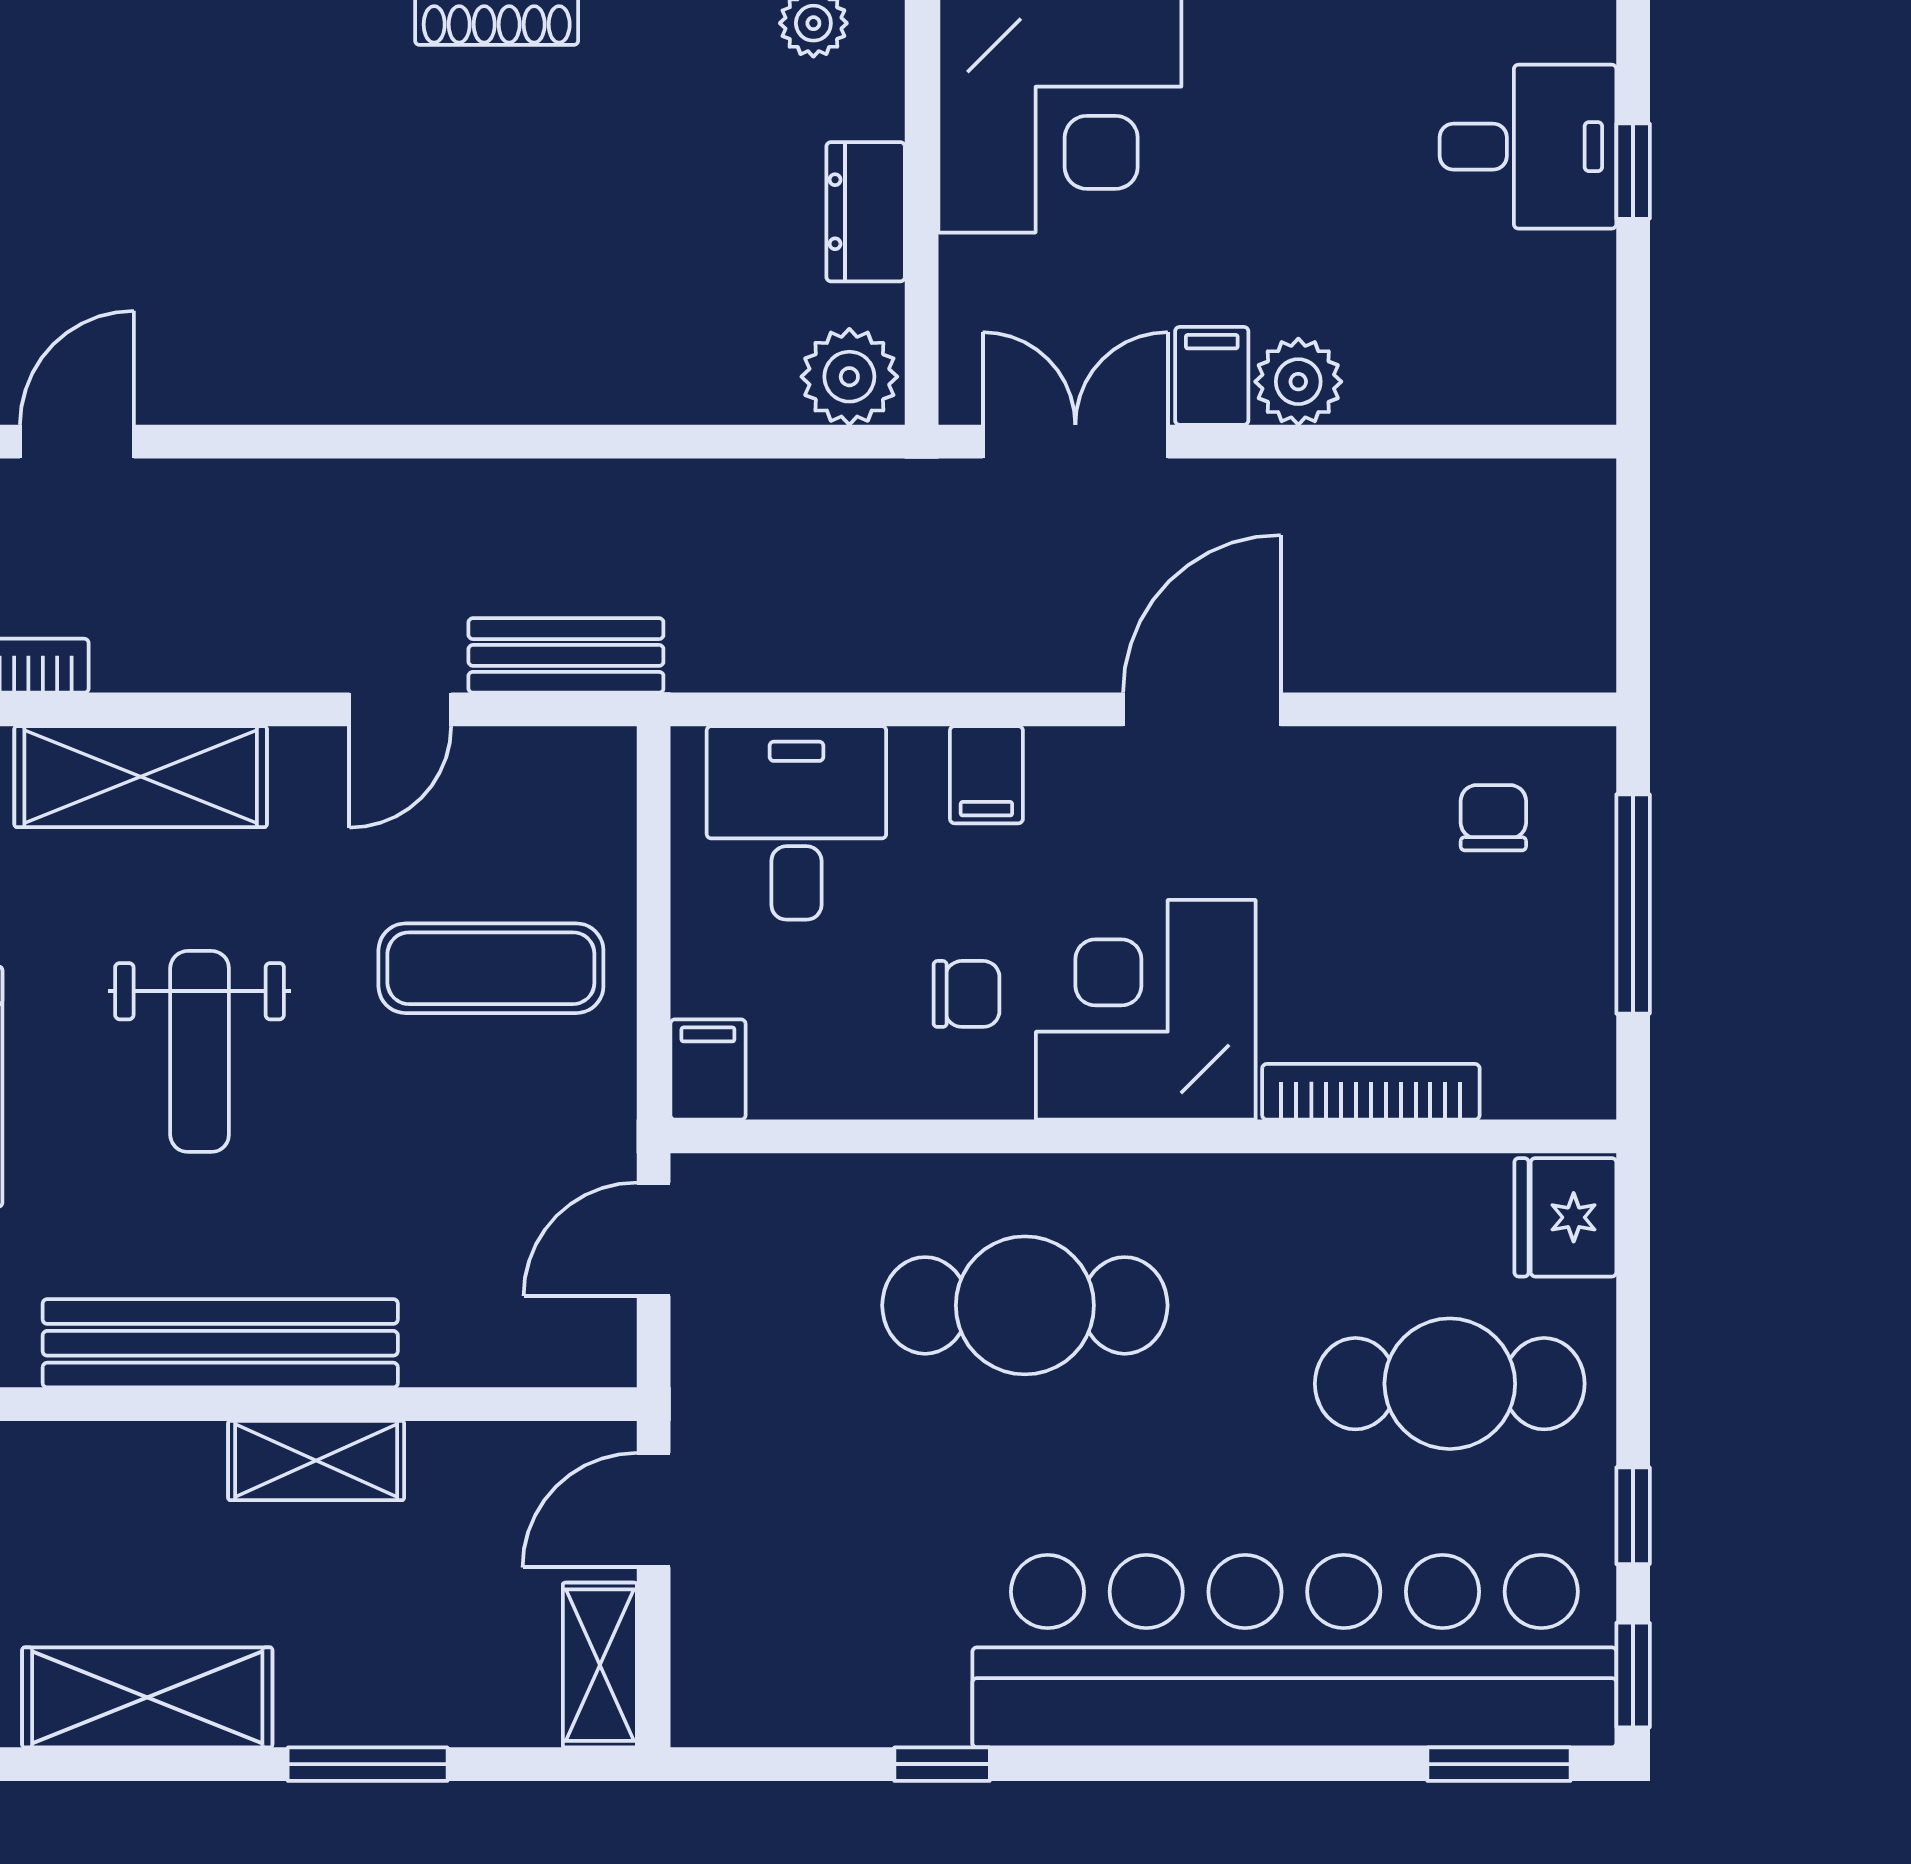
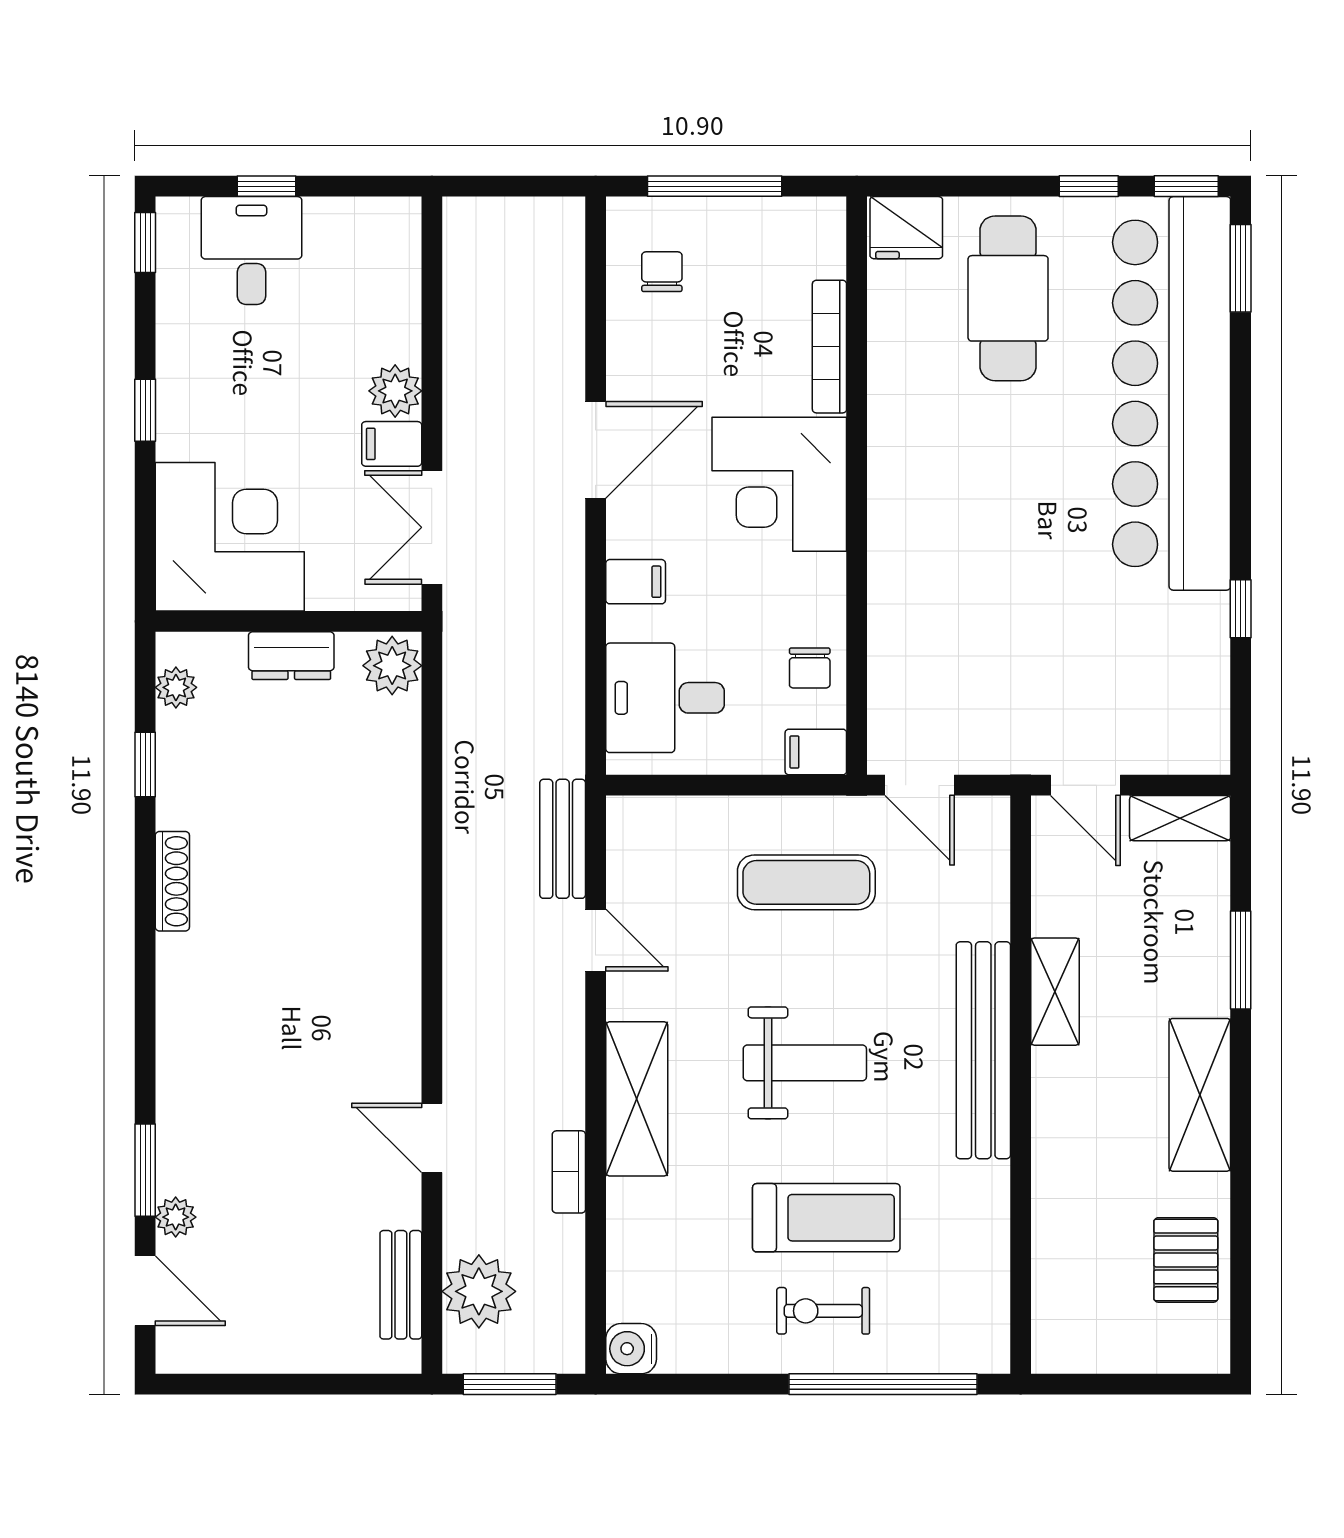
door: (1202, 709) -> (596, 450), swing flipped
chair: (1493, 818) -> (662, 272), turned 90
exercise mat: (491, 968) -> (806, 882), moved, turned 90
chair: (967, 994) -> (810, 668), moved, turned 180
cafe table: (1025, 1305) -> (960, 558), removed

